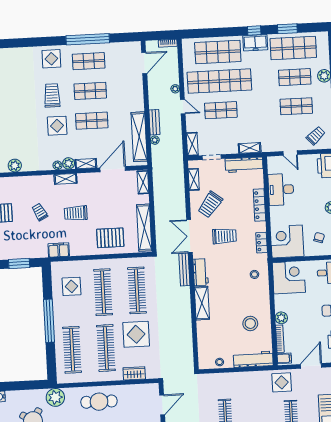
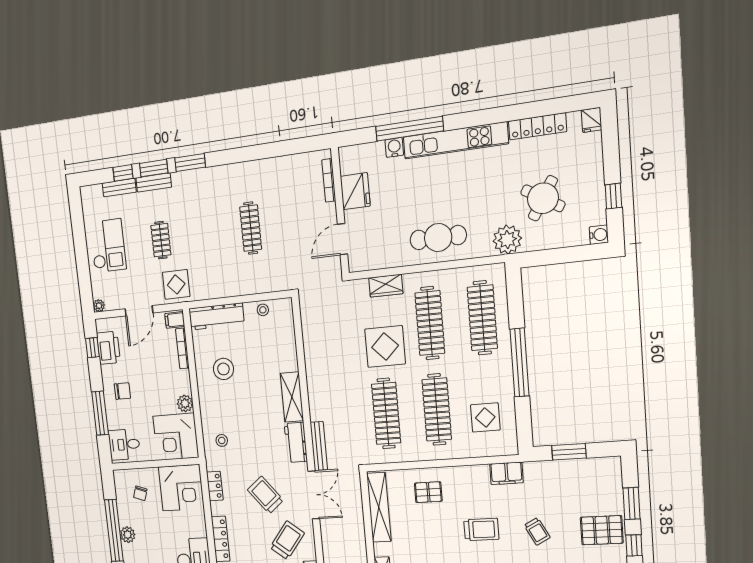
trolley: (224, 236) -> (265, 495), turned 51
pallet: (110, 238) -> (428, 492), width x0.67, depth x0.71
plant: (281, 318) -> (185, 403), moved

